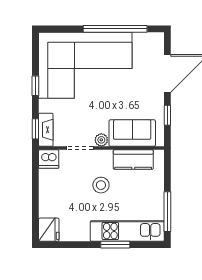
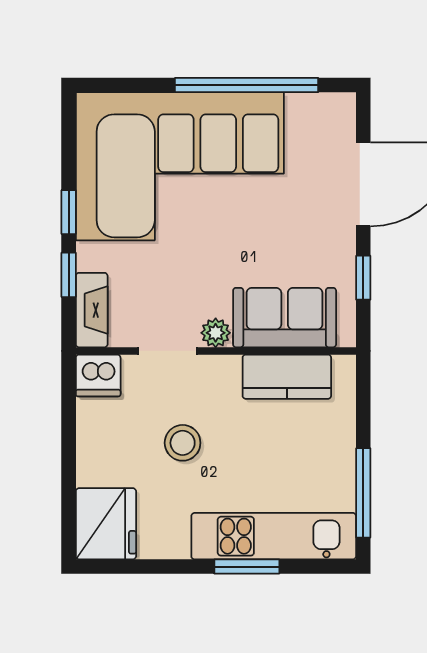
window: (35, 129) -> (69, 275), moved
stool: (101, 185) -> (183, 443), moved
fridge: (49, 230) -> (106, 524), width x1.36, depth x1.34

